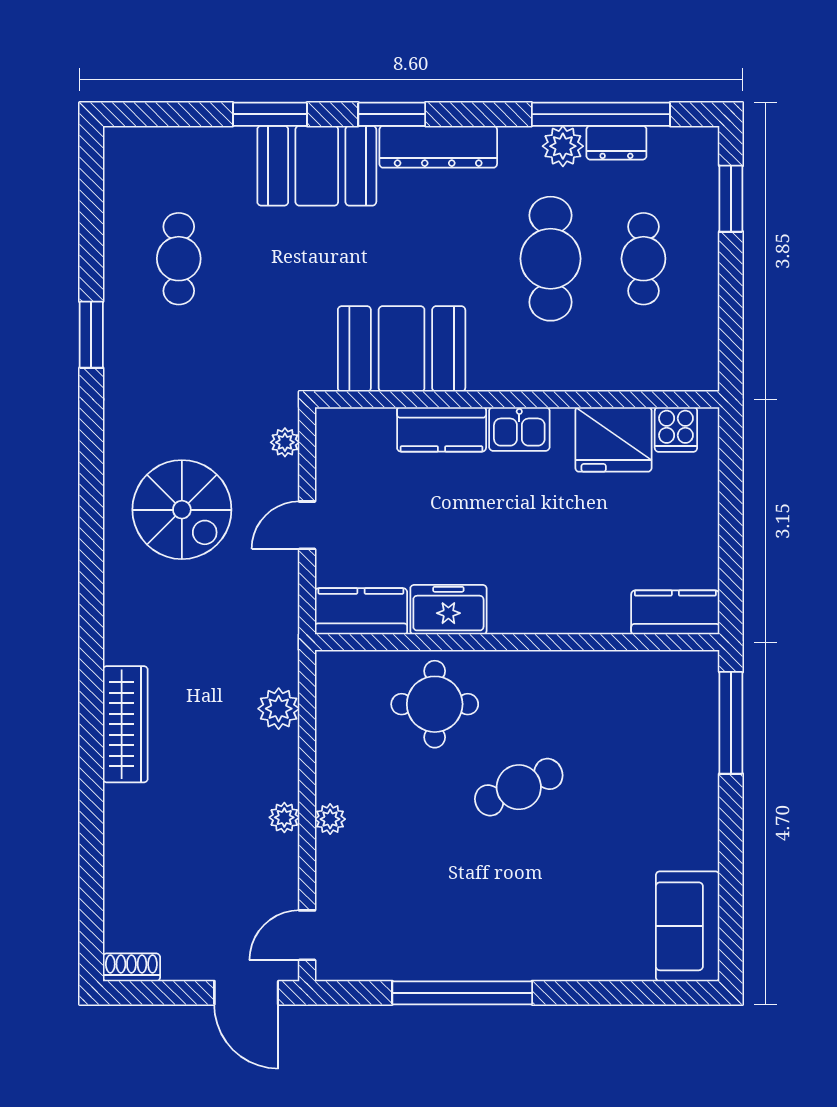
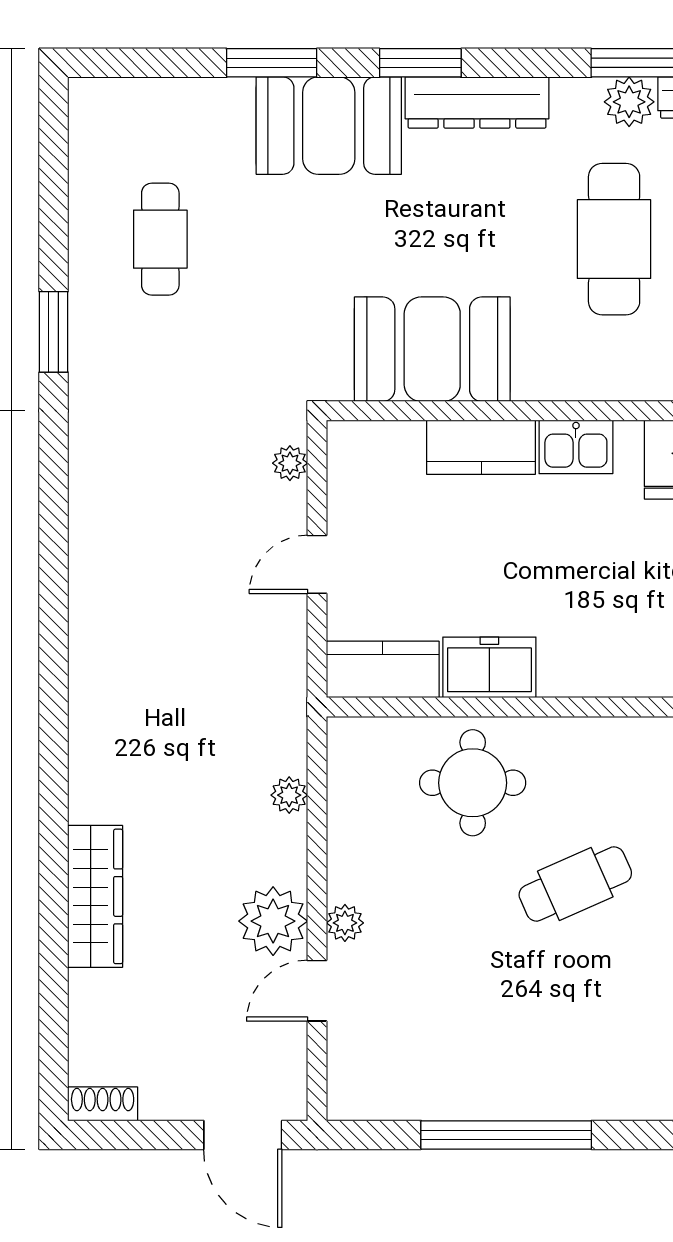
spiral stairs: (182, 510) -> (164, 545), removed
plant: (279, 709) -> (289, 795), width x0.73, depth x0.73
wardrobe: (125, 724) -> (95, 896), moved
plant: (284, 817) -> (273, 921), width x1.88, depth x1.88
door: (307, 935) -> (317, 991), moved

